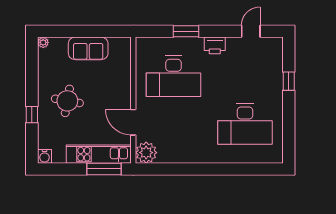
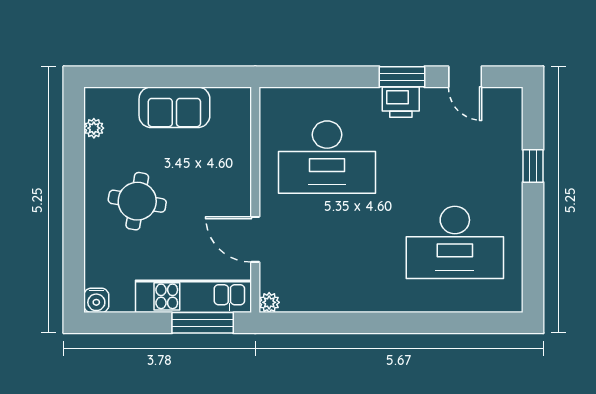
window: (186, 31) -> (402, 77), moved
door: (251, 31) -> (465, 77), swing flipped
plant: (43, 42) -> (94, 128), moved
window: (32, 115) -> (74, 226), removed
plant: (146, 153) -> (269, 302), width x0.53, depth x0.53

